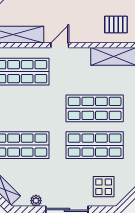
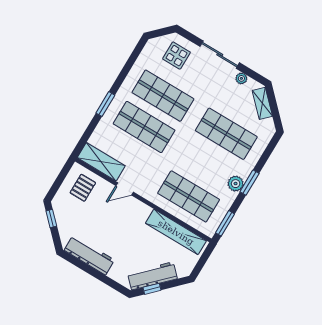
pallet: (116, 24) -> (83, 188), turned 90
door: (60, 45) -> (125, 189), moved

